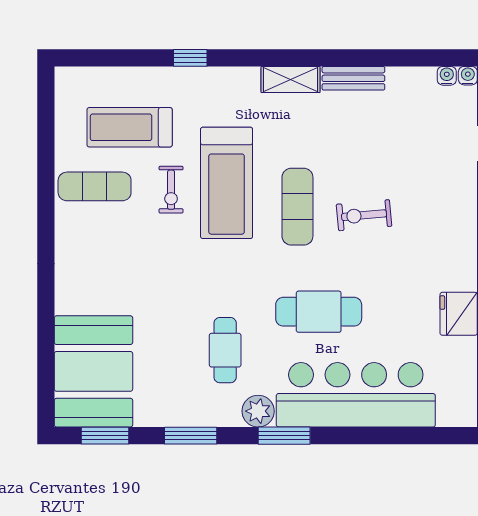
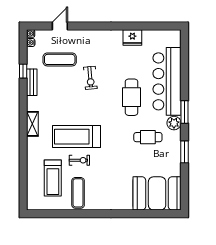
window: (190, 58) -> (23, 71), moved
shelving: (291, 80) -> (32, 124), moved
treadmill: (227, 183) -> (77, 137), turned 180
exercise mat: (297, 207) -> (60, 59), moved
window: (105, 436) -> (184, 188), removed

